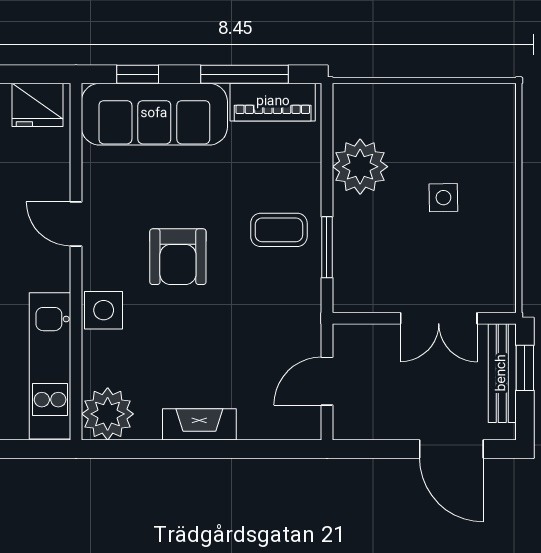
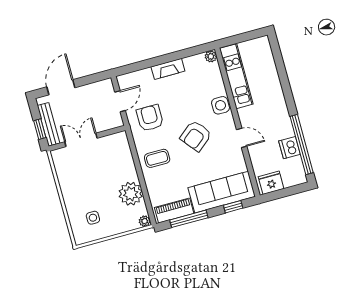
plant: (346, 96) -> (145, 221), added
side table: (443, 198) -> (93, 218), moved
window: (327, 247) -> (135, 157), removed
armchair: (178, 257) -> (196, 136), turned -129
armchair: (270, 325) -> (150, 118), added
plant: (108, 414) -> (211, 56), width x0.53, depth x0.53
door: (451, 449) -> (61, 87), hinge flipped

